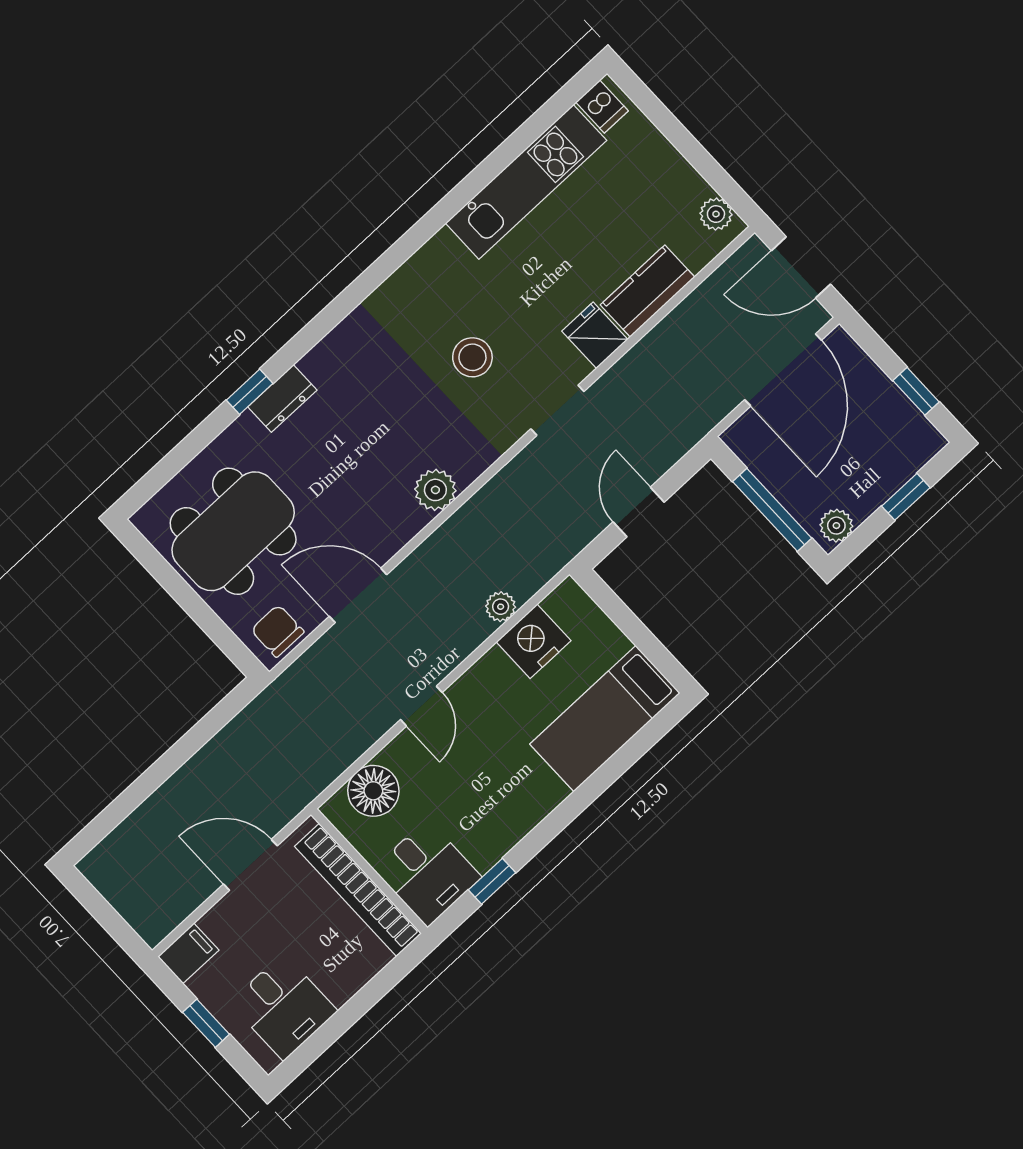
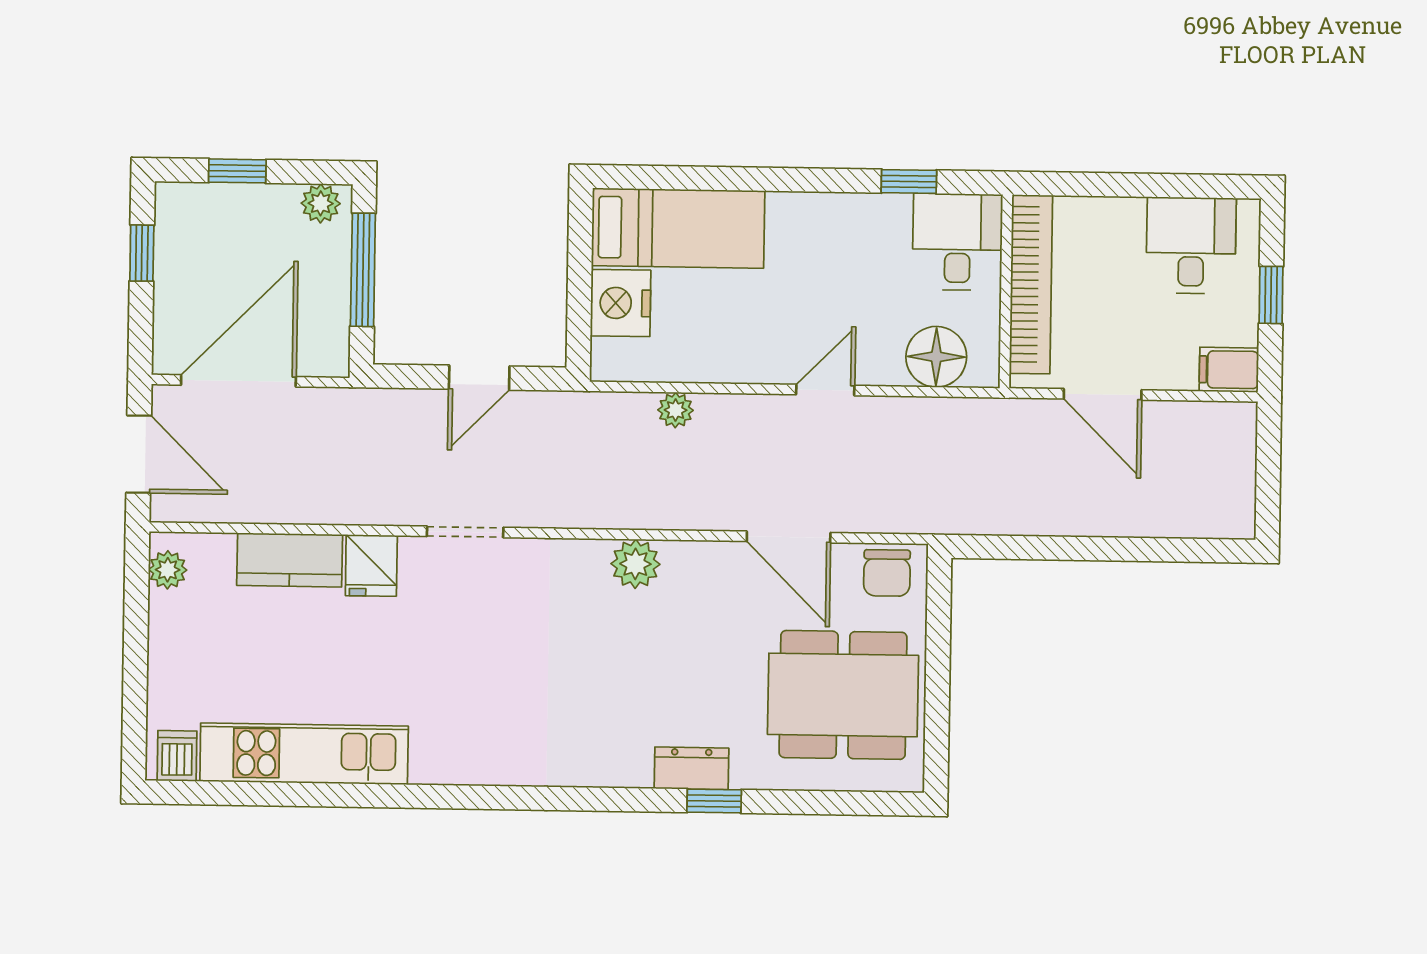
stool: (472, 357) -> (494, 647), removed
nightstand: (534, 641) -> (620, 303), moved, turned 90

